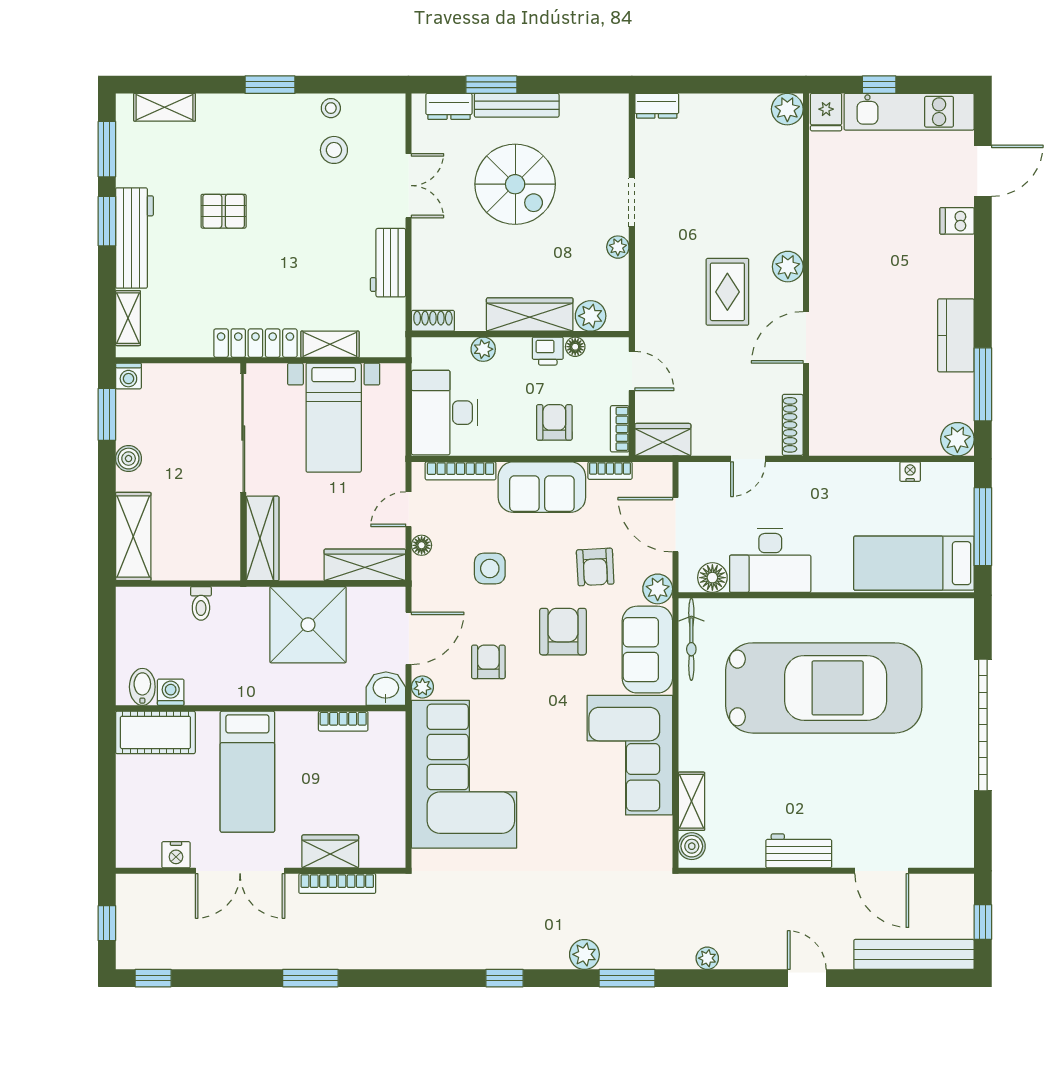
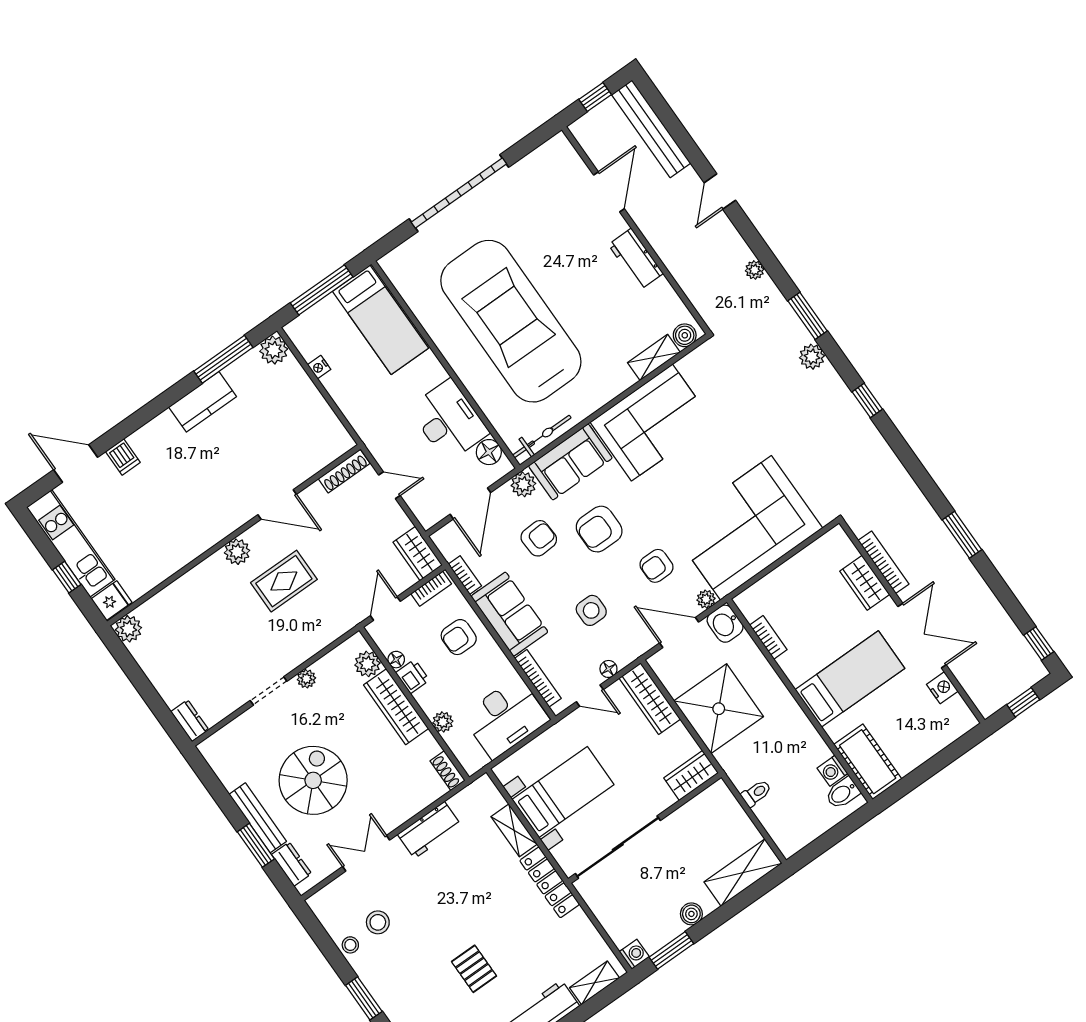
wardrobe: (262, 538) -> (691, 775), width x0.67

